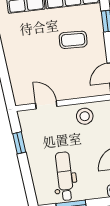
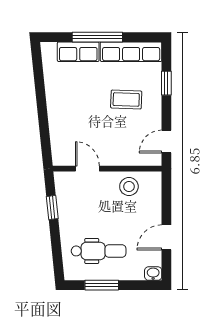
dental chair: (65, 176) -> (99, 251), turned 90

